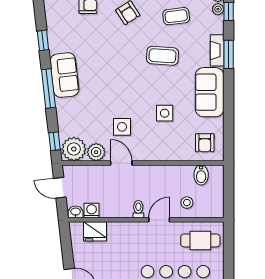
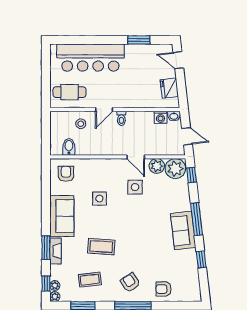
fridge: (95, 231) -> (169, 88), moved, turned -97

